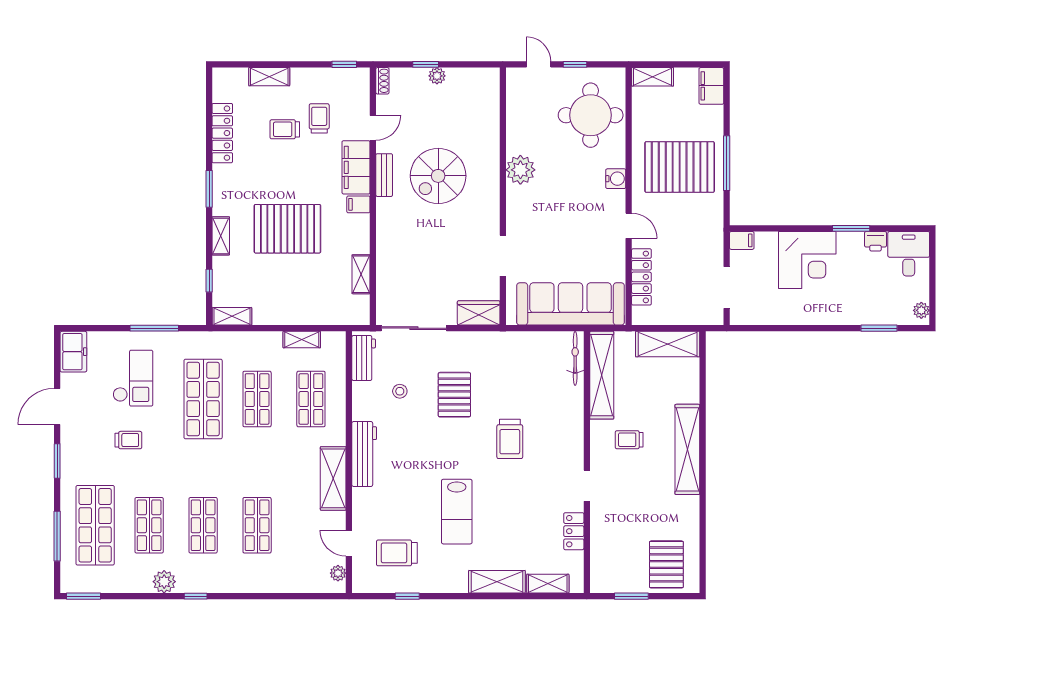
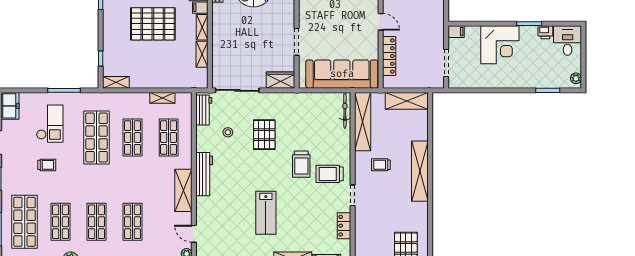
shelving: (221, 236) -> (202, 27), moved
trolley: (397, 553) -> (330, 174), moved

